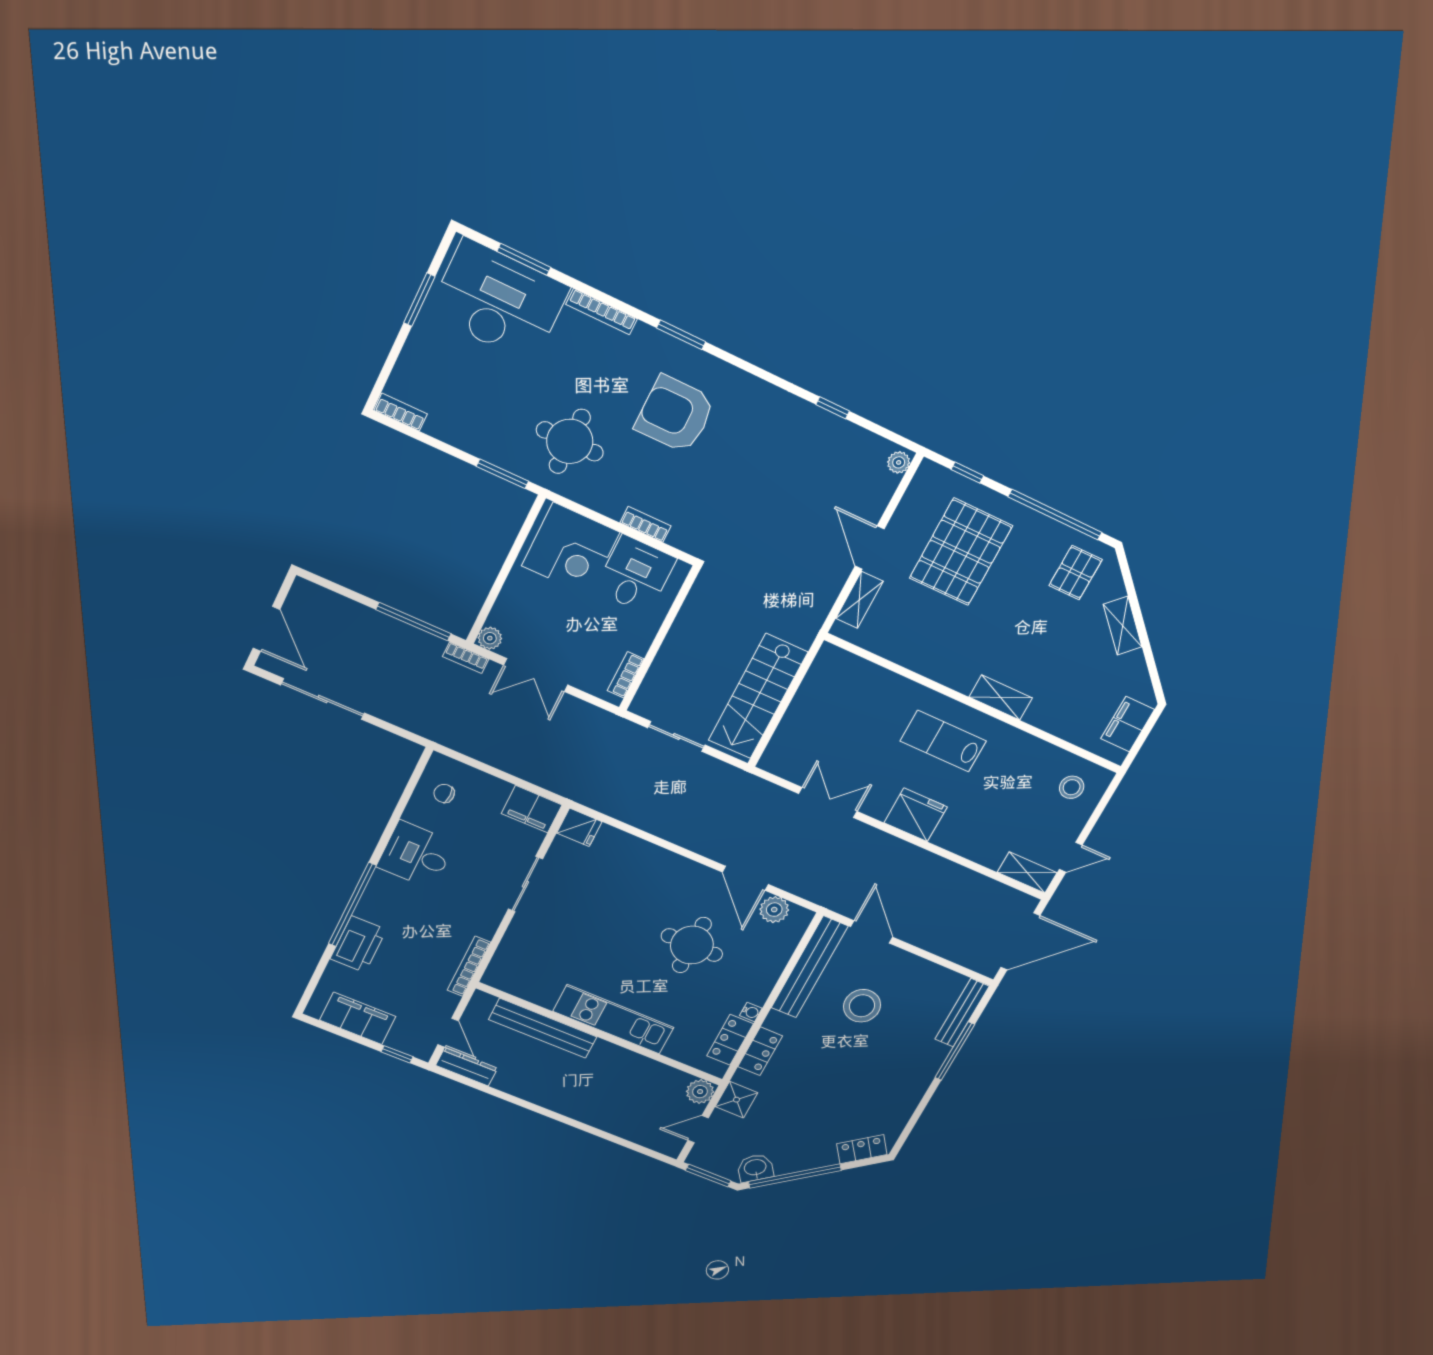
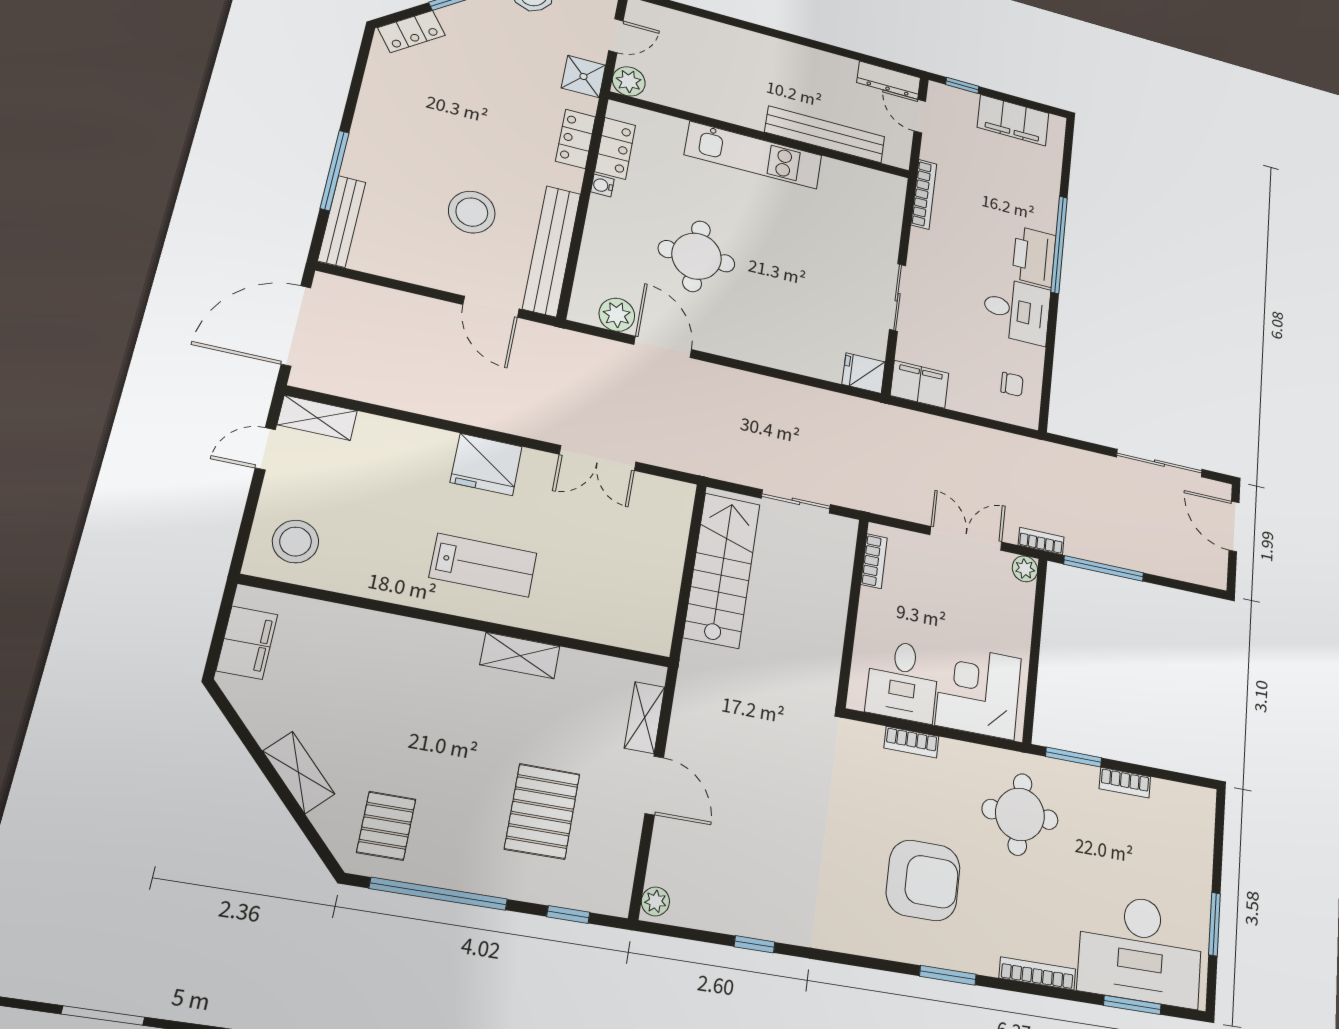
bookcase: (401, 412) -> (1125, 783), moved
pallet: (961, 552) -> (542, 811), width x0.73, depth x0.71
shelving: (1001, 697) -> (520, 655), moved
stool: (1072, 787) -> (295, 542), width x1.38, depth x1.38
printer: (358, 944) -> (1034, 257), moved

